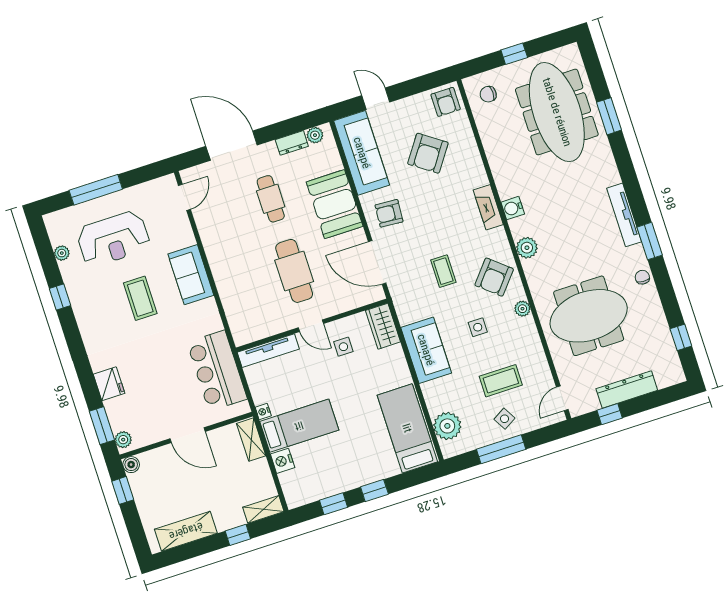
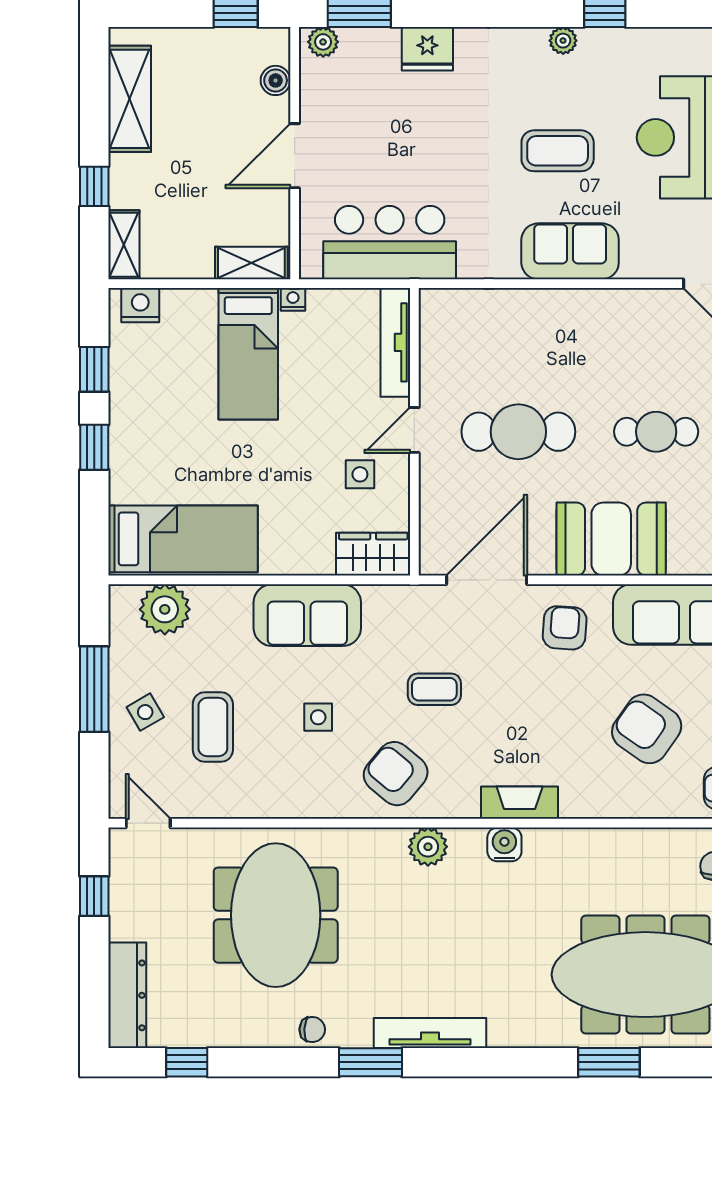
plant: (62, 253) -> (563, 41), moved
plant: (522, 309) -> (325, 805), removed
dresser: (627, 389) -> (127, 995), moved
nightstand: (283, 461) -> (140, 305), moved
boiler: (131, 465) -> (276, 80), moved

